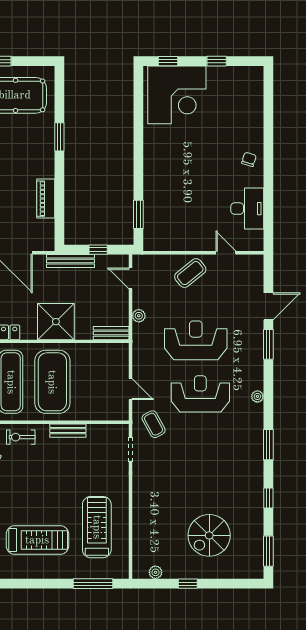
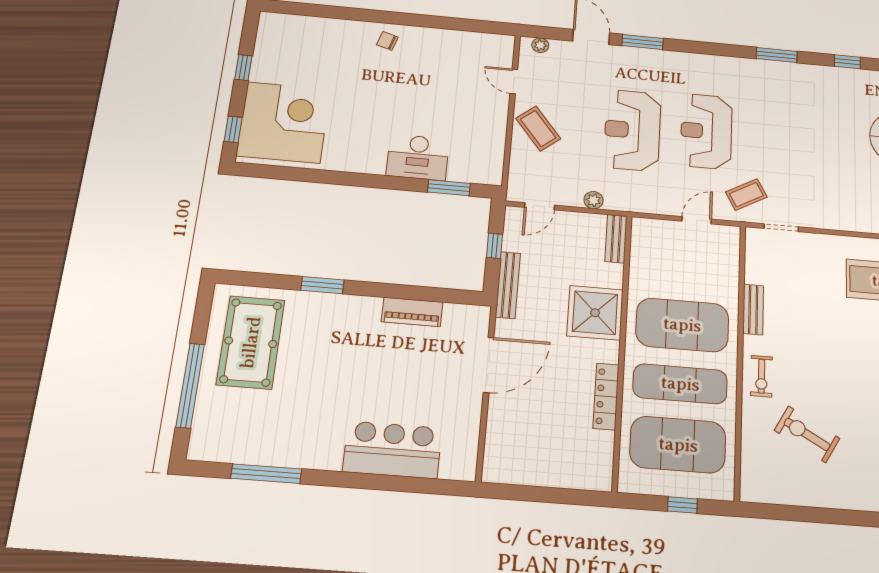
desk: (247, 209) -> (418, 157), moved, turned 180
door: (226, 253) -> (514, 81), hinge flipped
plant: (257, 396) -> (540, 45), moved

